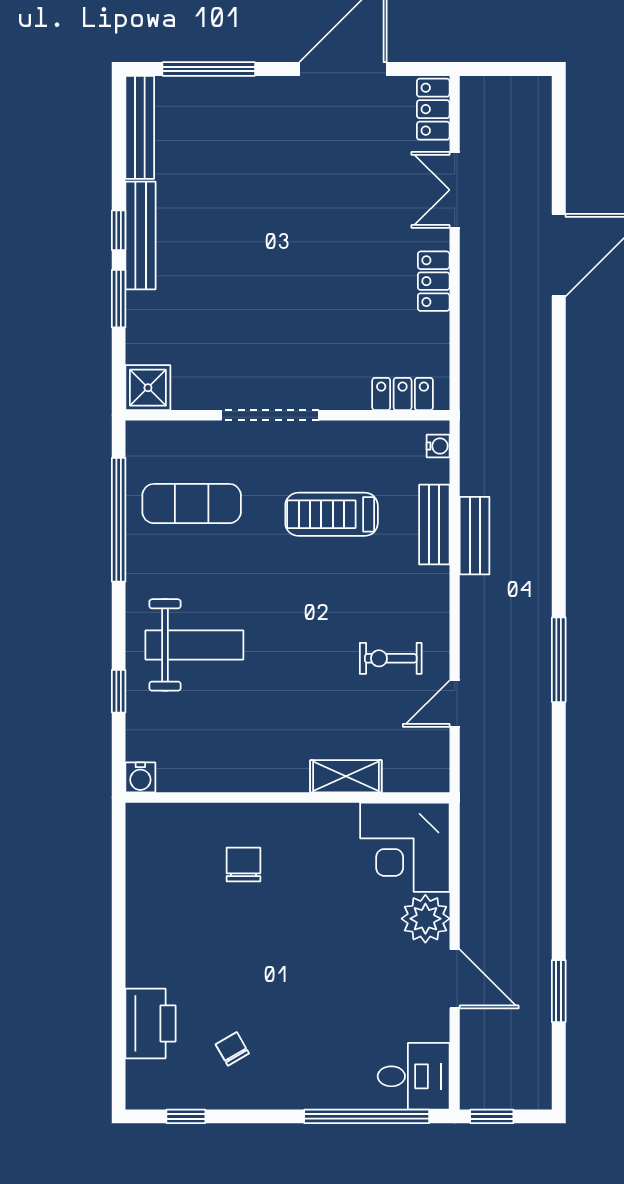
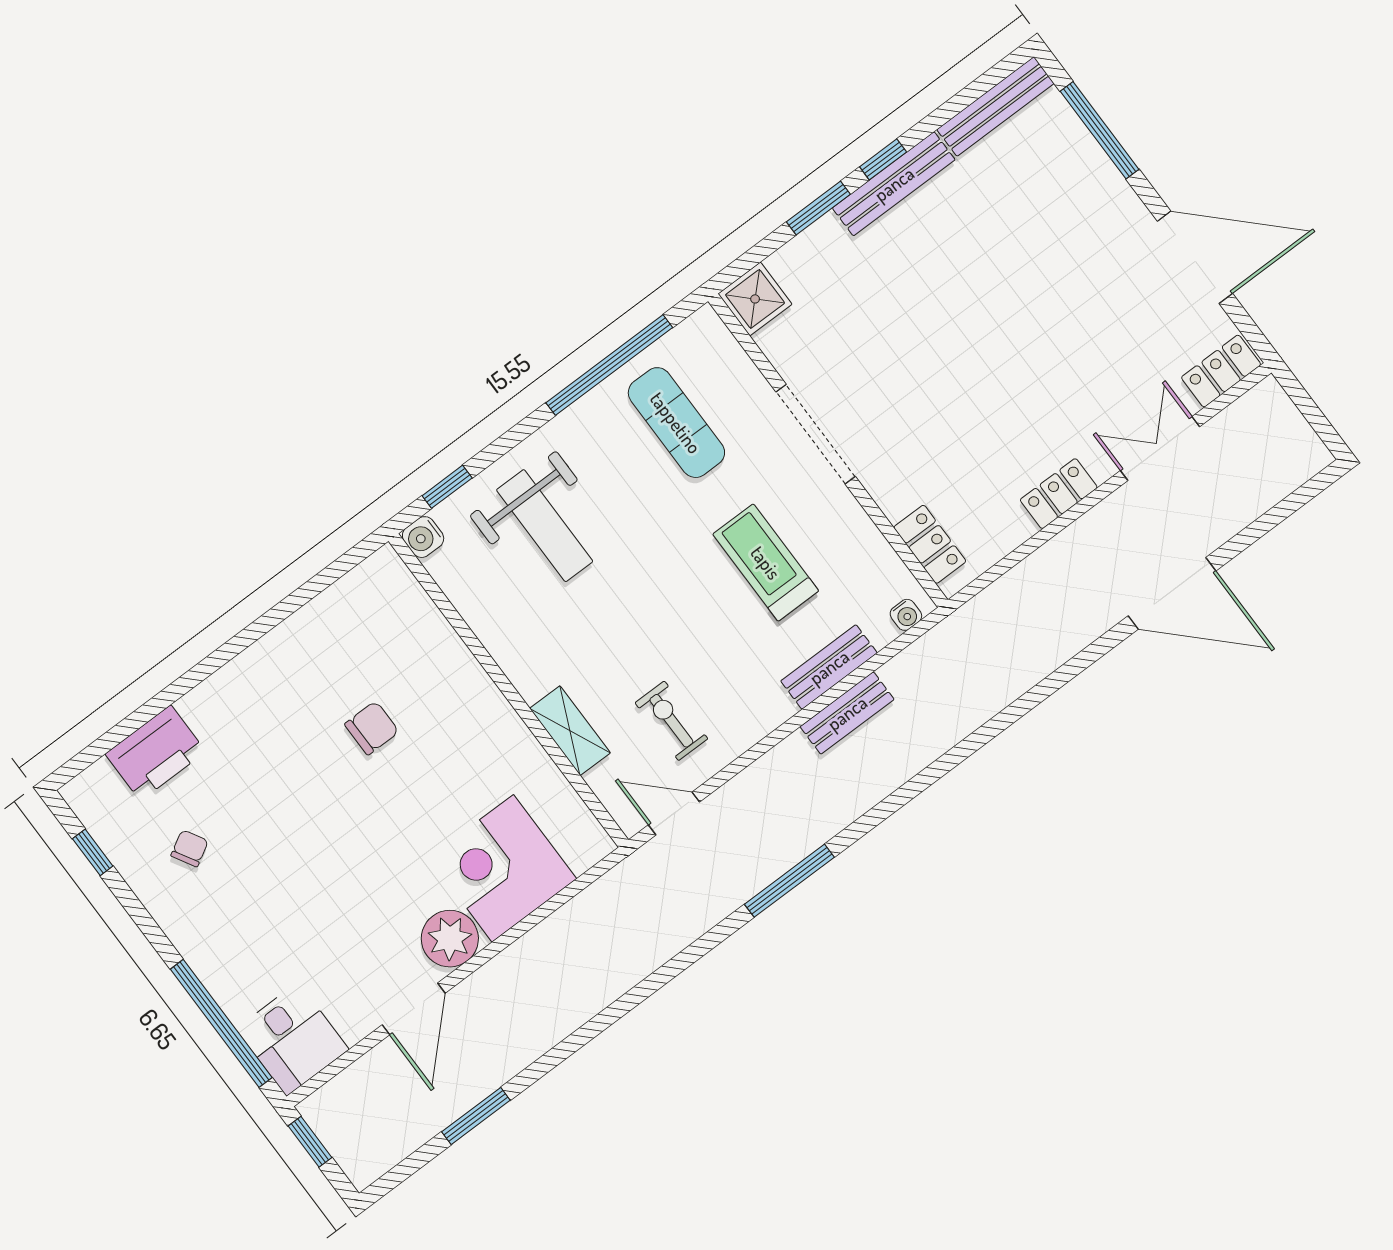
shelving: (346, 776) -> (570, 731), moved
water cooler: (140, 777) -> (423, 537), moved
wall: (287, 797) -> (509, 690), moved

